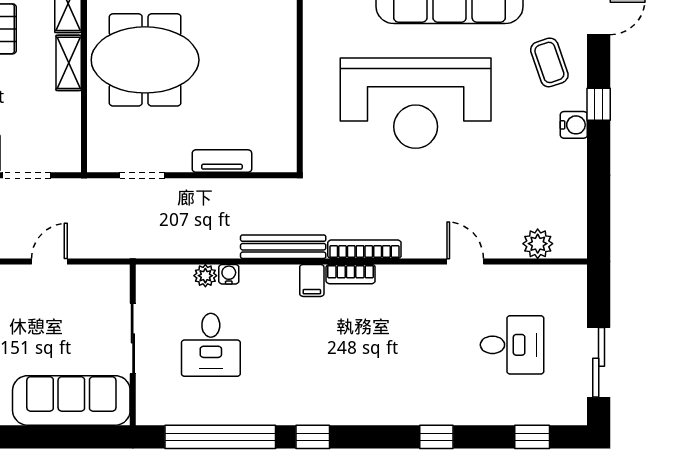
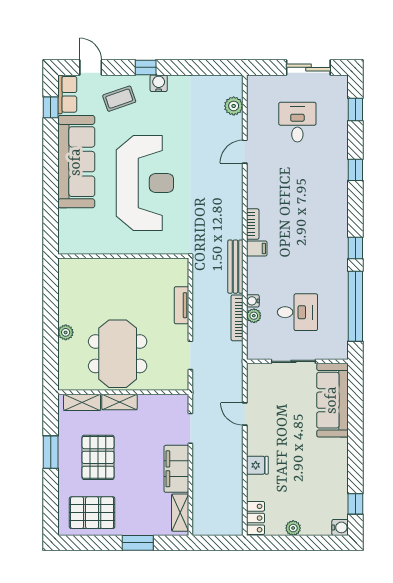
bookcase: (364, 249) -> (237, 318), moved

